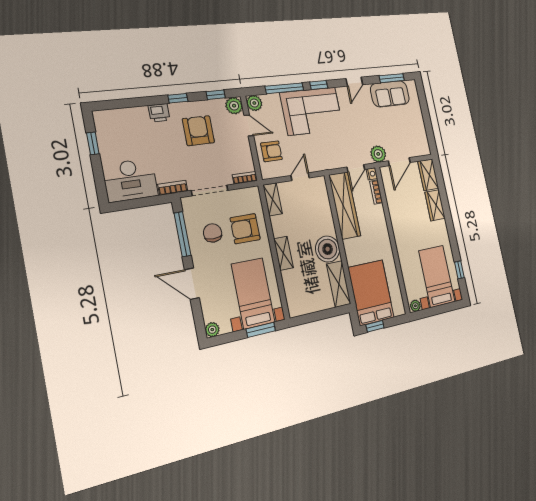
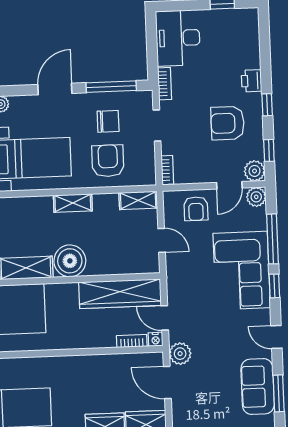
armchair: (198, 131) -> (228, 123), turned 180
doorway: (210, 190) -> (157, 125), width x0.73

